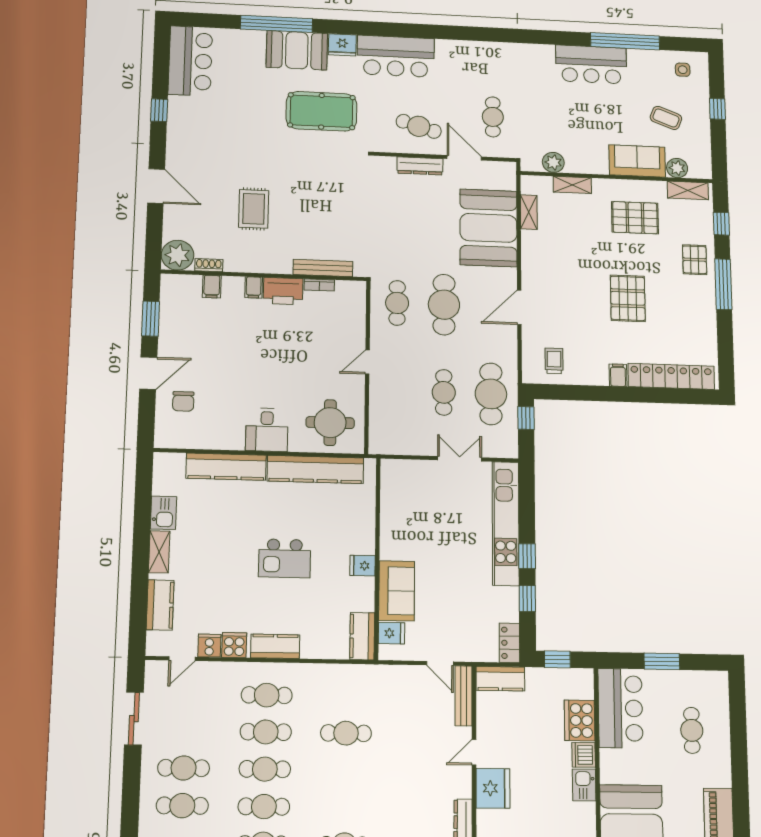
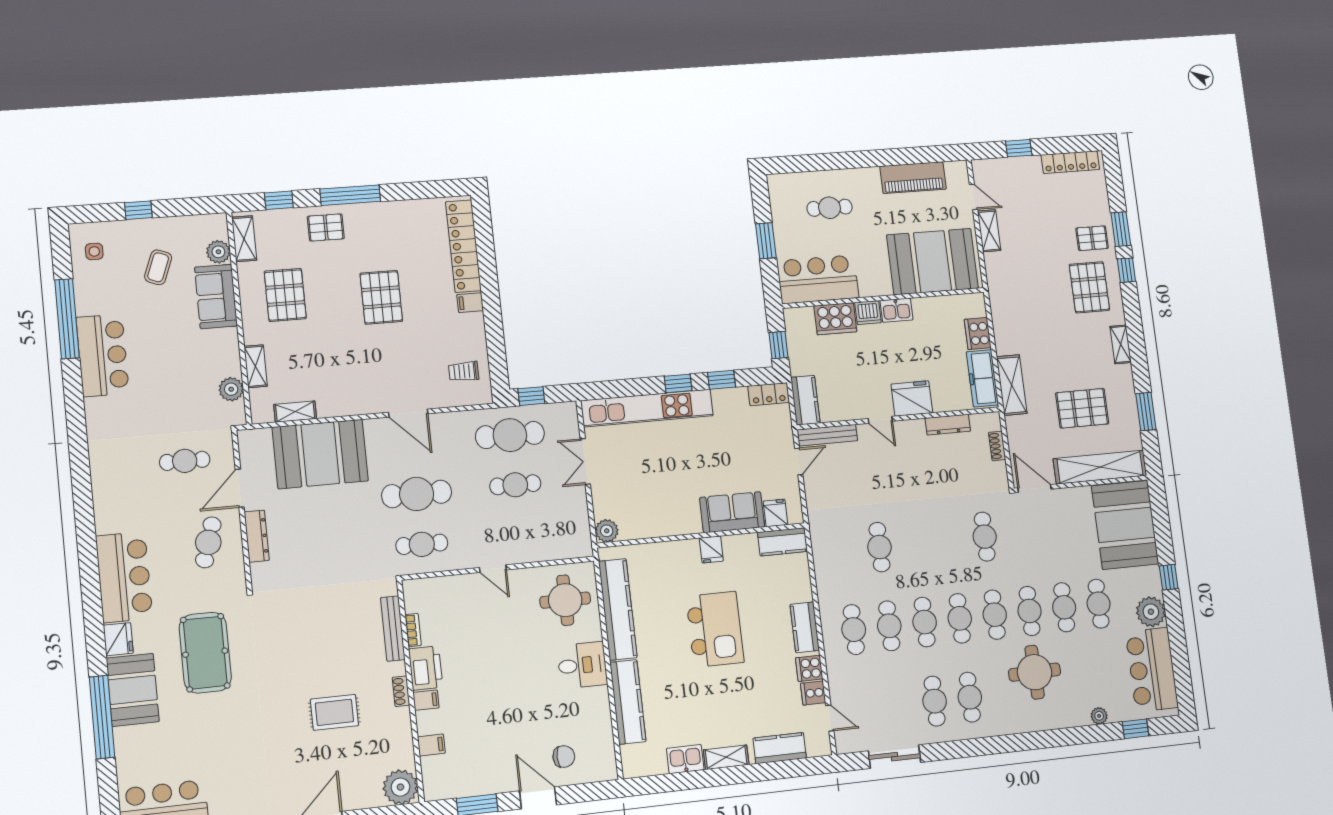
shoe rack: (209, 265) -> (401, 691), moved
pallet: (628, 298) -> (381, 297), turned 90
plant: (391, 470) -> (607, 531), added
kitchen island: (285, 558) -> (715, 629), width x1.37, depth x1.28

